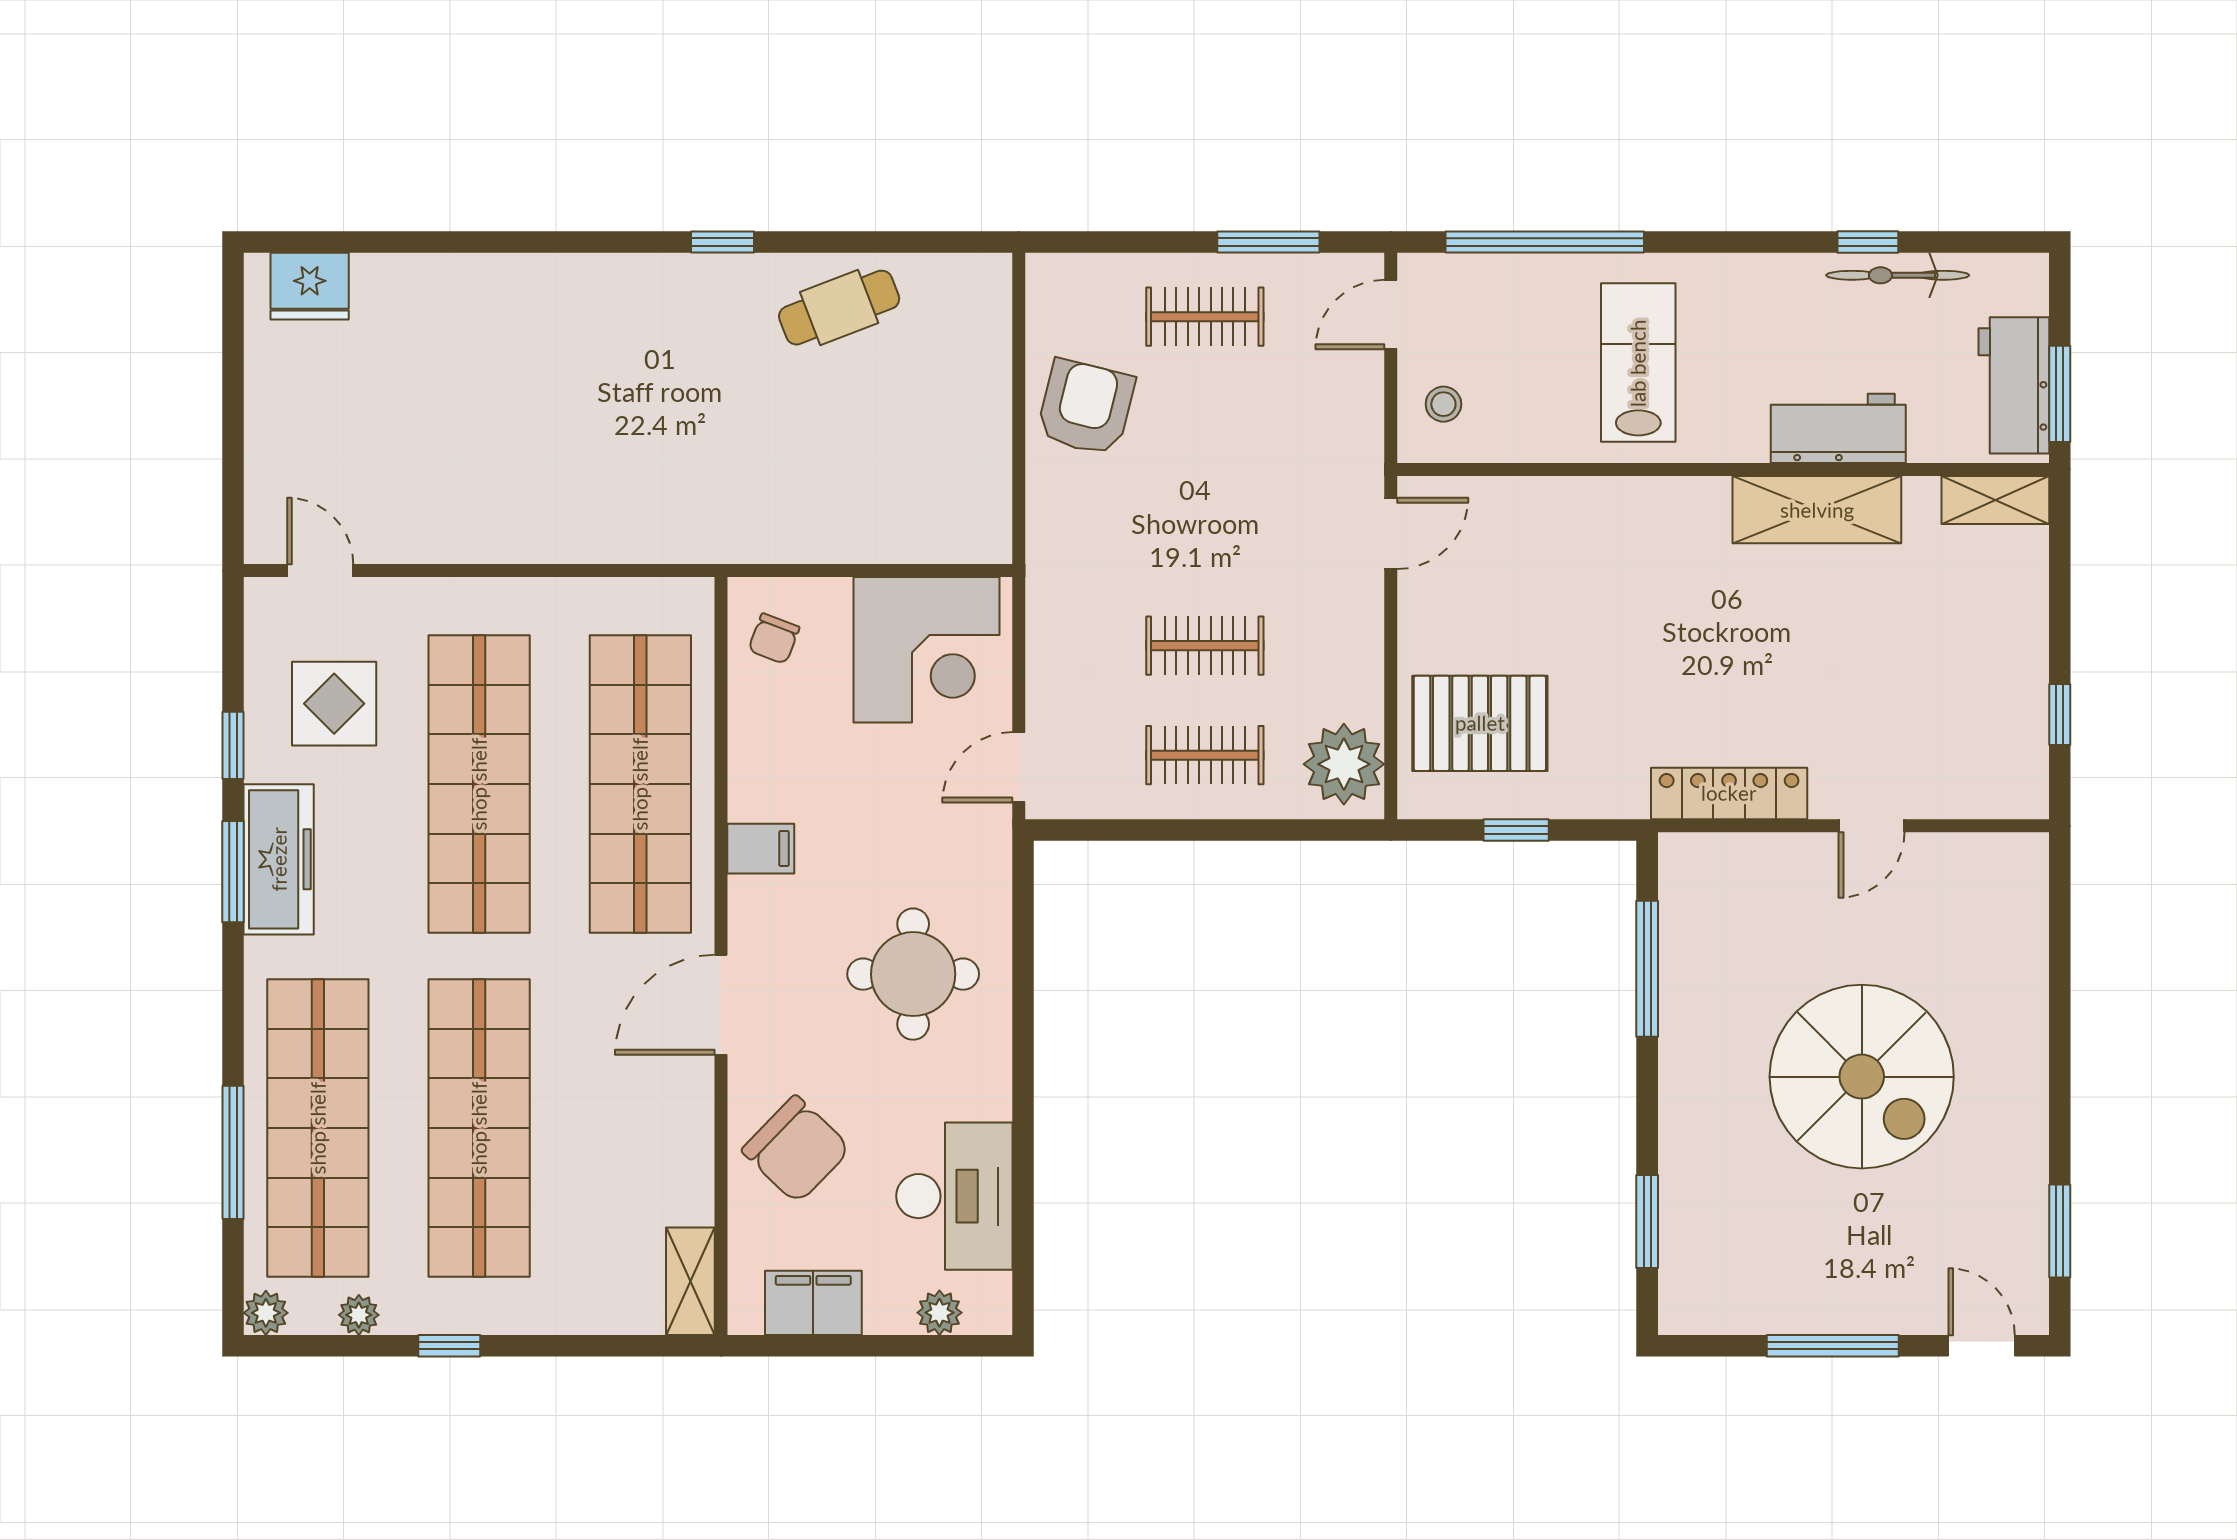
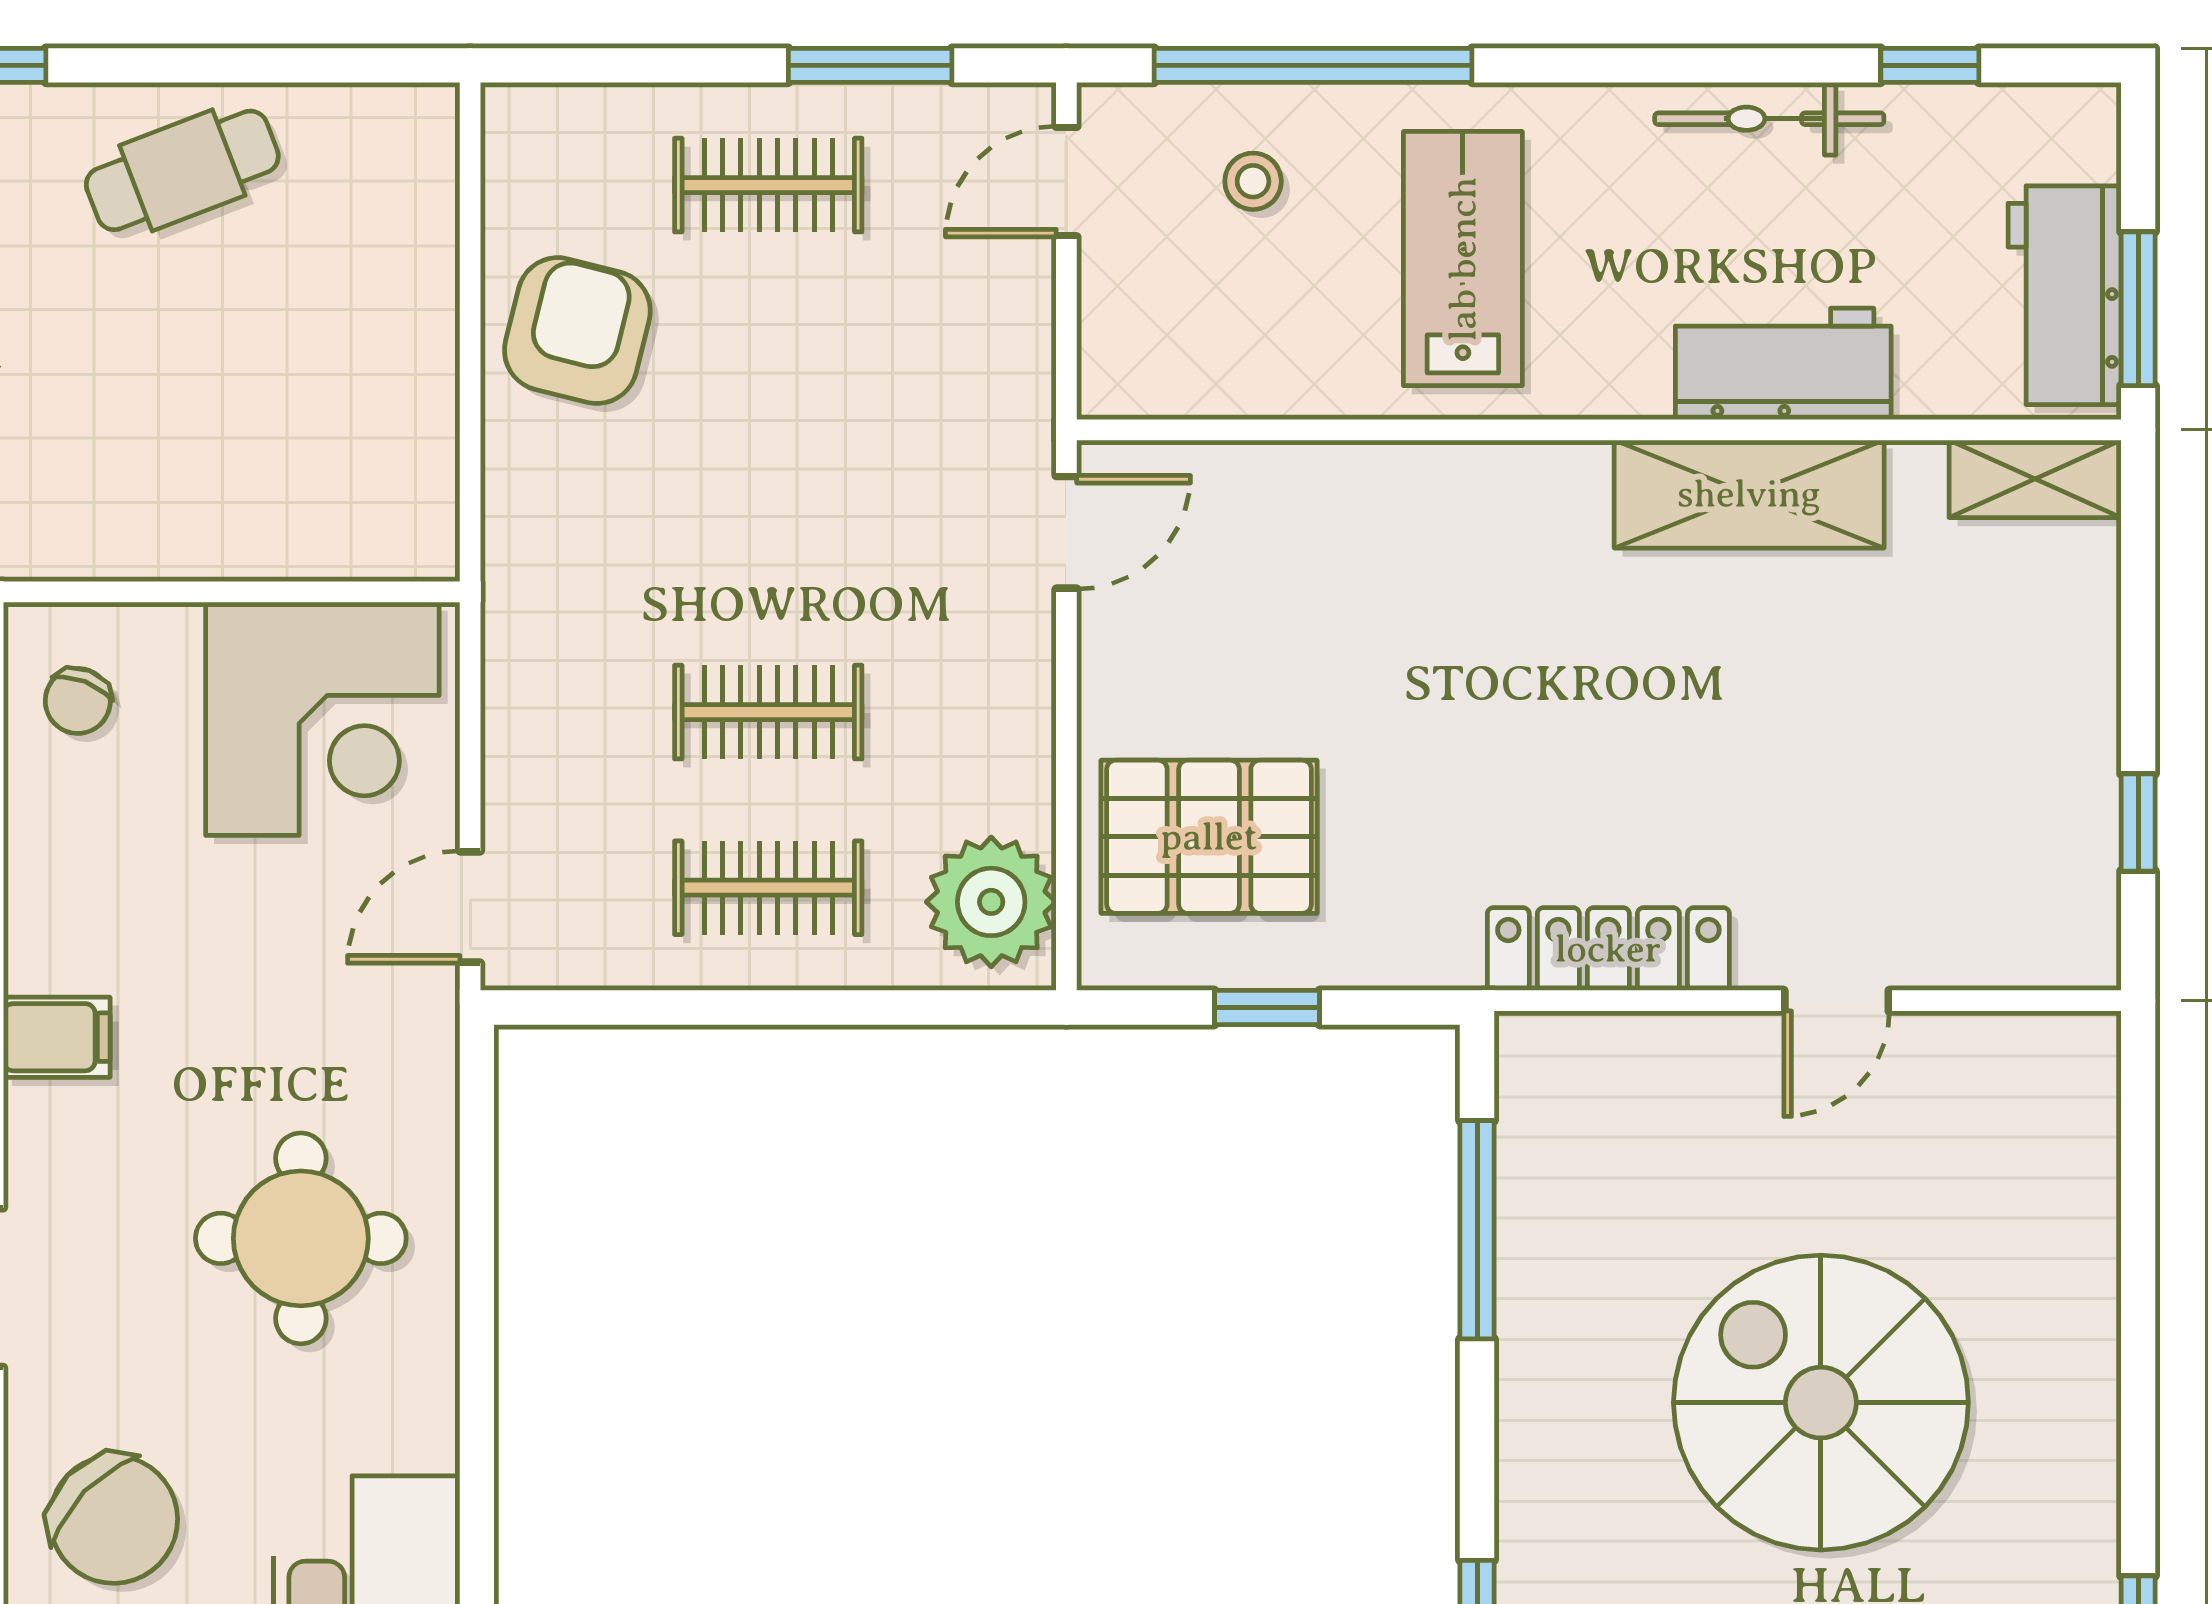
window: (1868, 242) -> (1930, 65), moved
bicycle: (1898, 275) -> (1769, 119), moved
stool: (1443, 404) -> (1253, 181), moved
spiral stairs: (1862, 1077) -> (1821, 1403), turned 180

